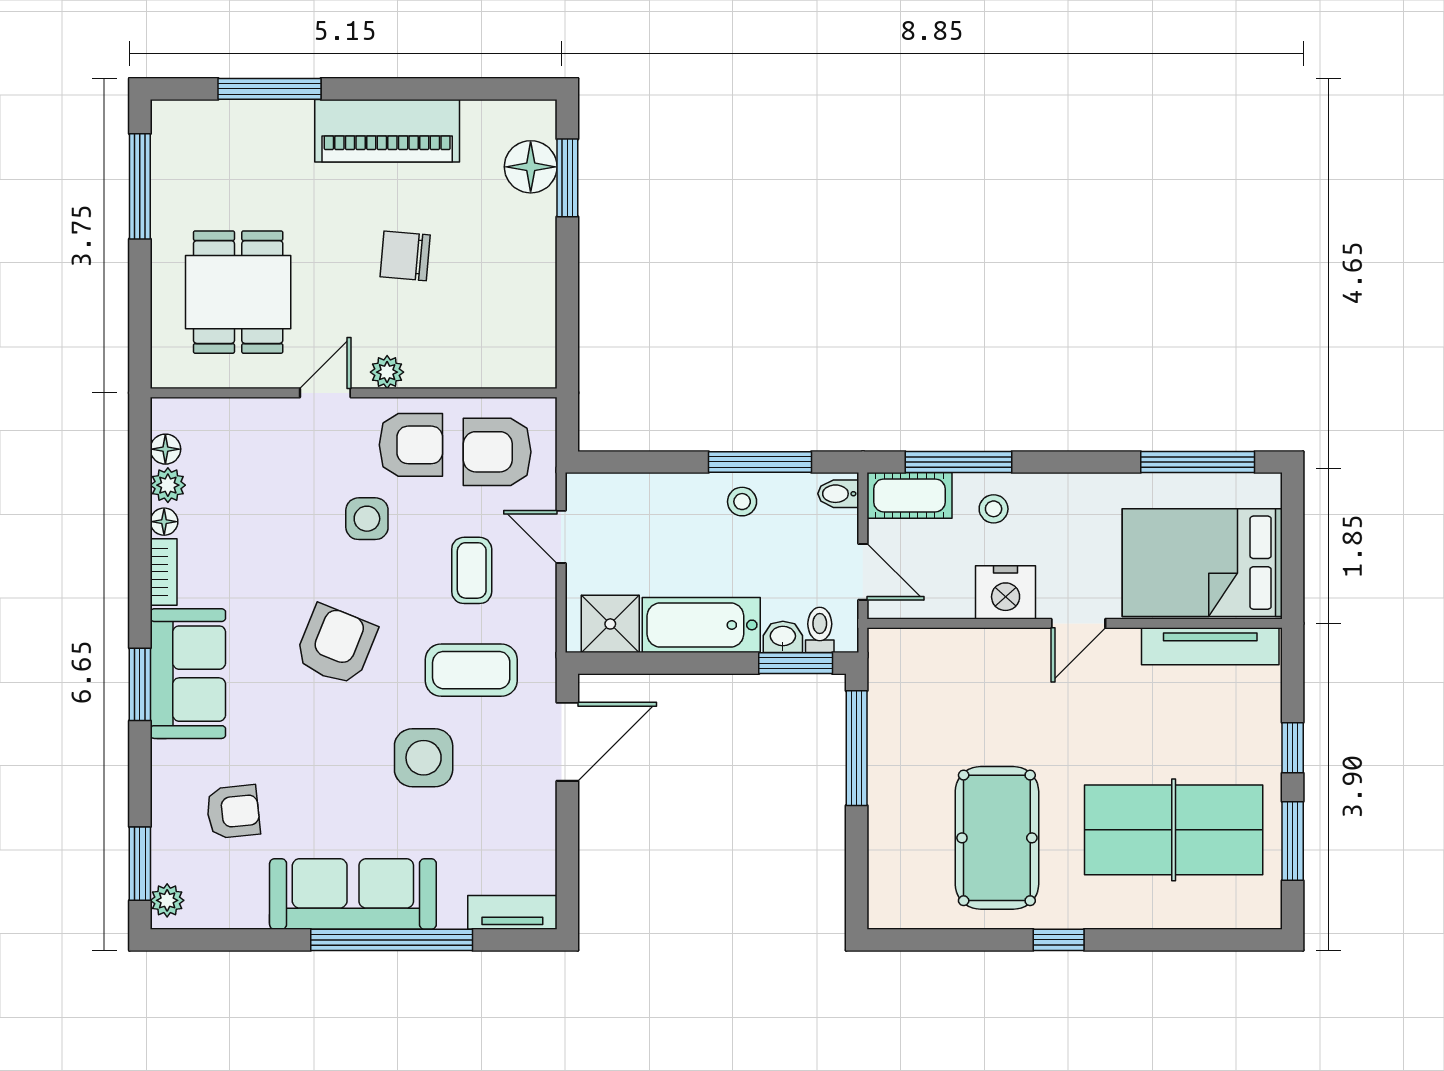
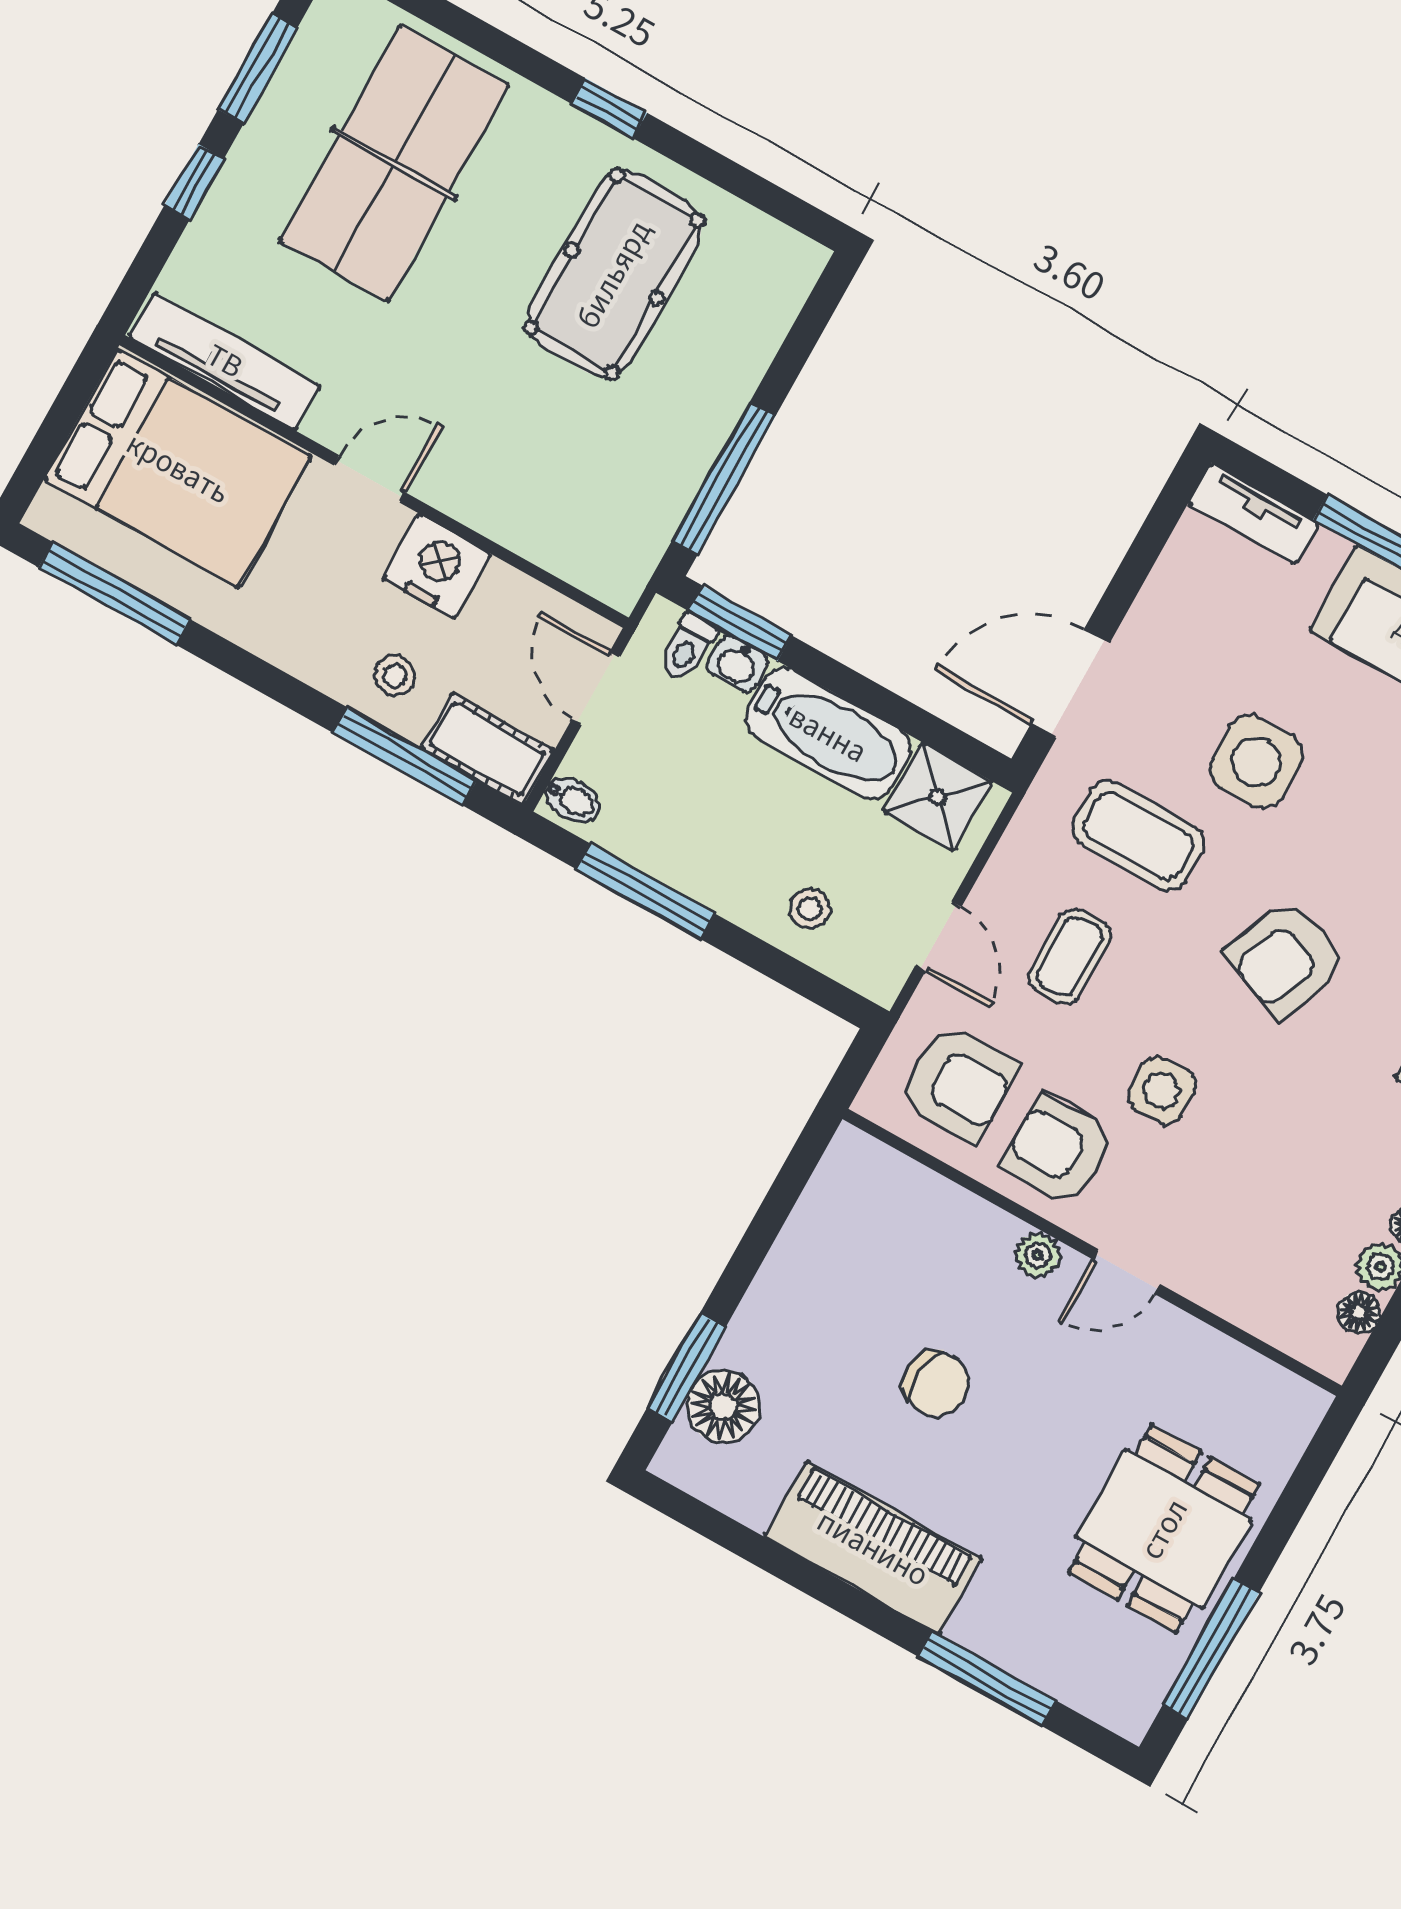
dining table: (238, 292) -> (1164, 1529), moved
stool: (742, 502) -> (810, 909), moved
table tennis table: (1174, 830) -> (394, 163), turned 90

